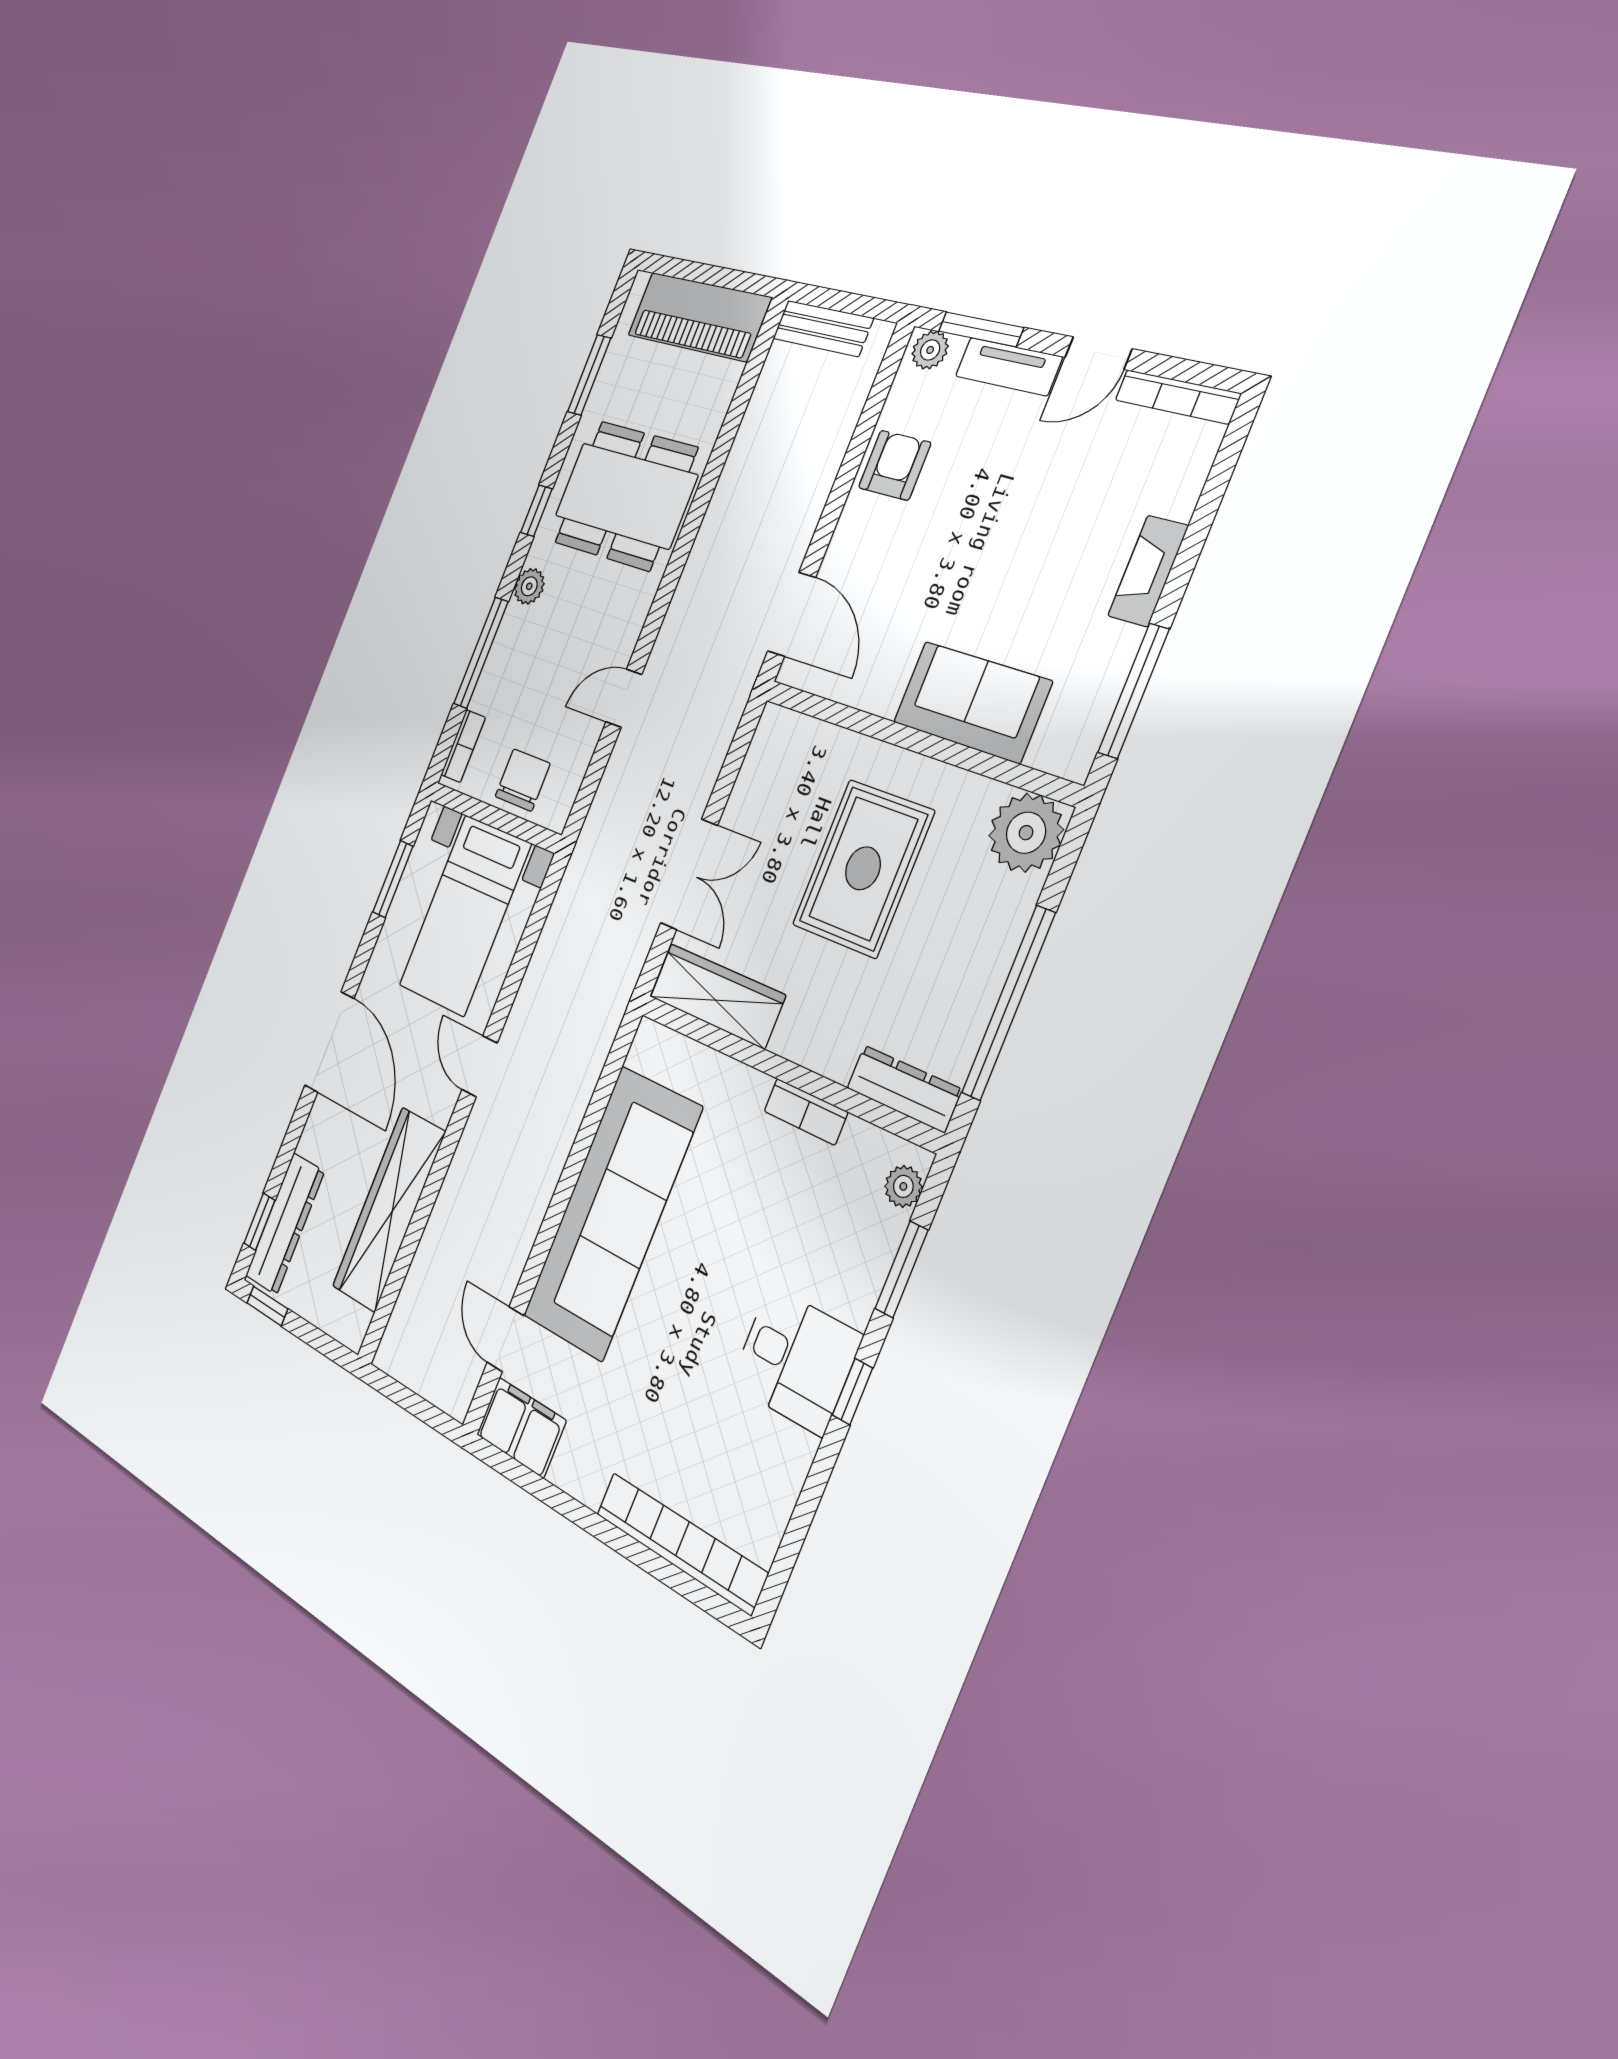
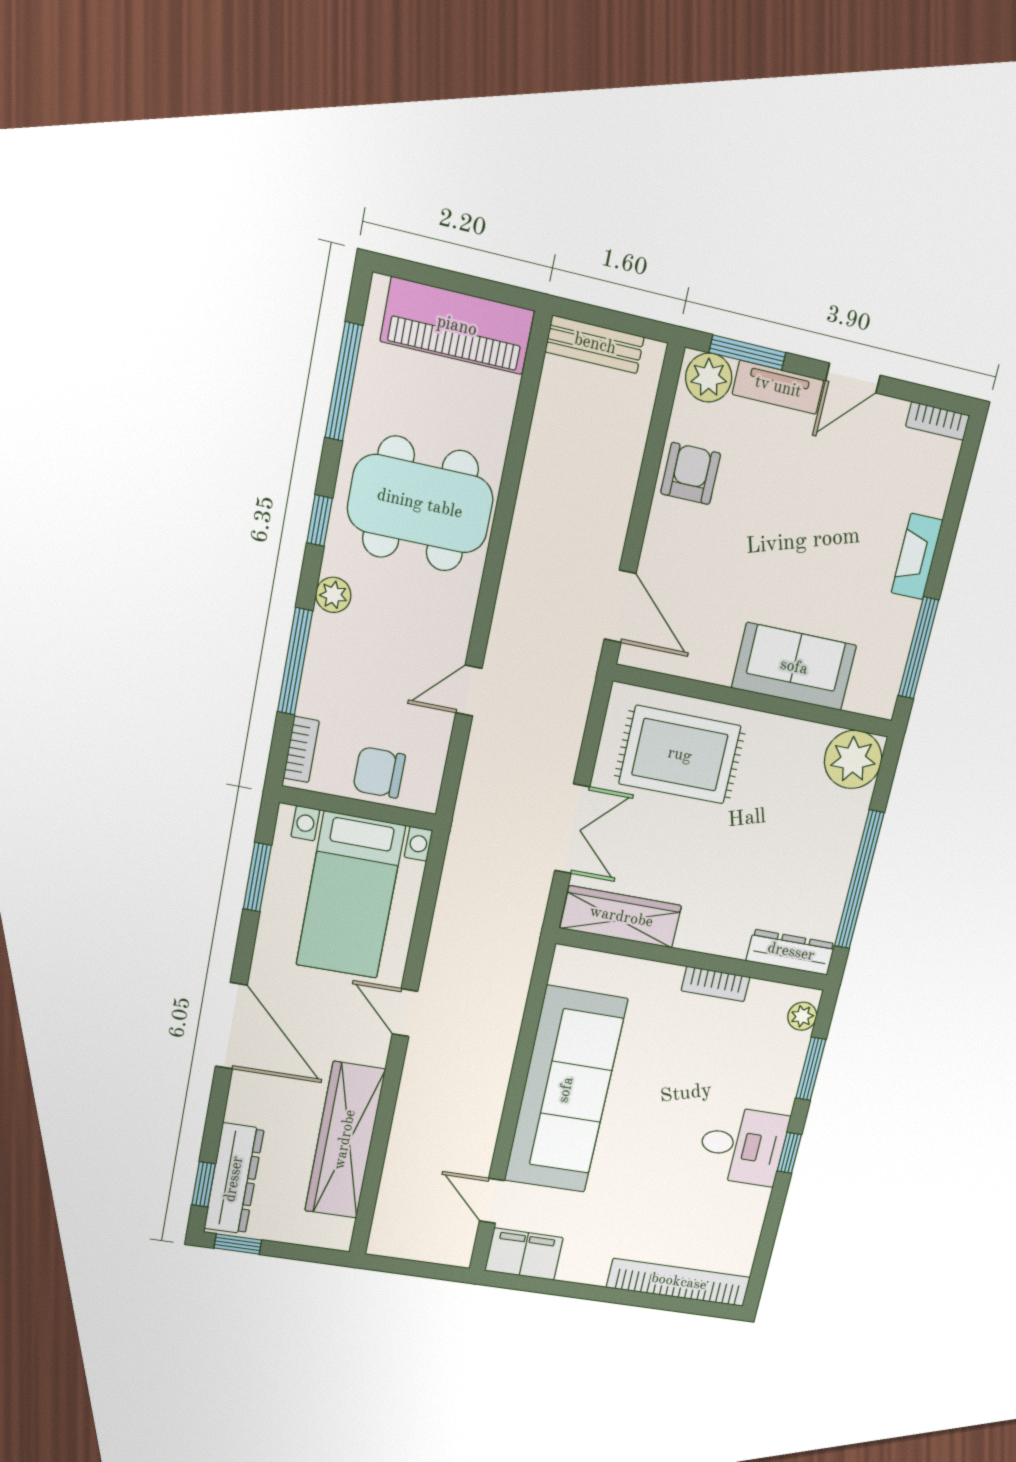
plant: (930, 350) -> (709, 378), width x1.38, depth x1.38
window: (589, 375) -> (344, 382), width x1.44
bookcase: (1177, 397) -> (938, 421), width x0.64
chair: (523, 780) -> (379, 772), turned -90
rug: (863, 868) -> (680, 755), moved, turned 90

